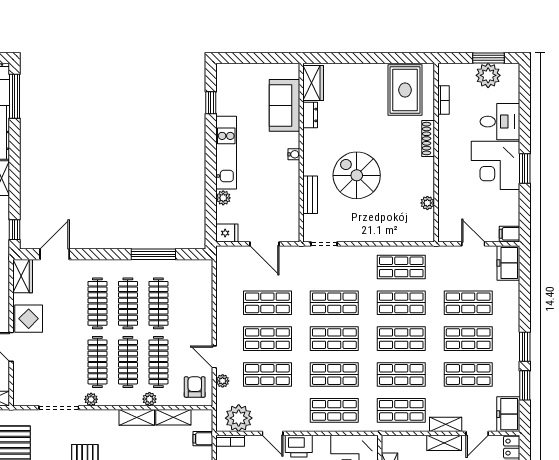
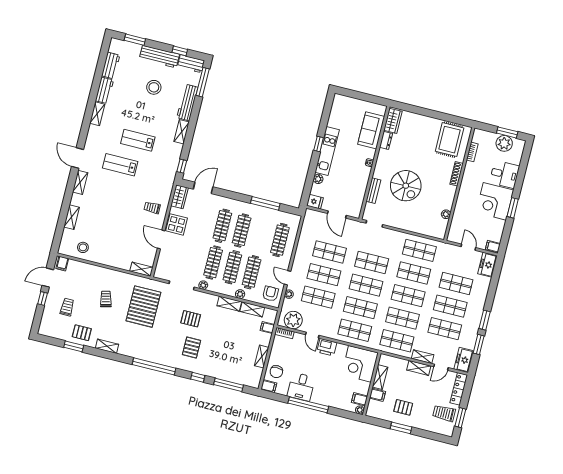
window: (211, 103) -> (319, 144), moved
spiral stairs: (357, 175) -> (406, 186), turned 180
clothes rail: (158, 303) -> (280, 240), moved

